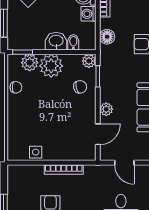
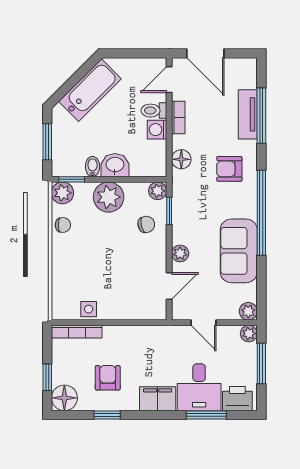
bidet: (73, 42) -> (93, 167), moved
plant: (30, 63) -> (62, 193), moved
bookcase: (64, 169) -> (77, 332), moved

